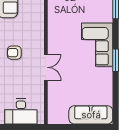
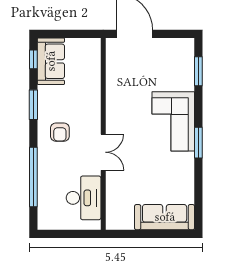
armchair: (14, 53) -> (60, 132), turned -90
desk: (21, 112) -> (84, 198), moved, turned -90

